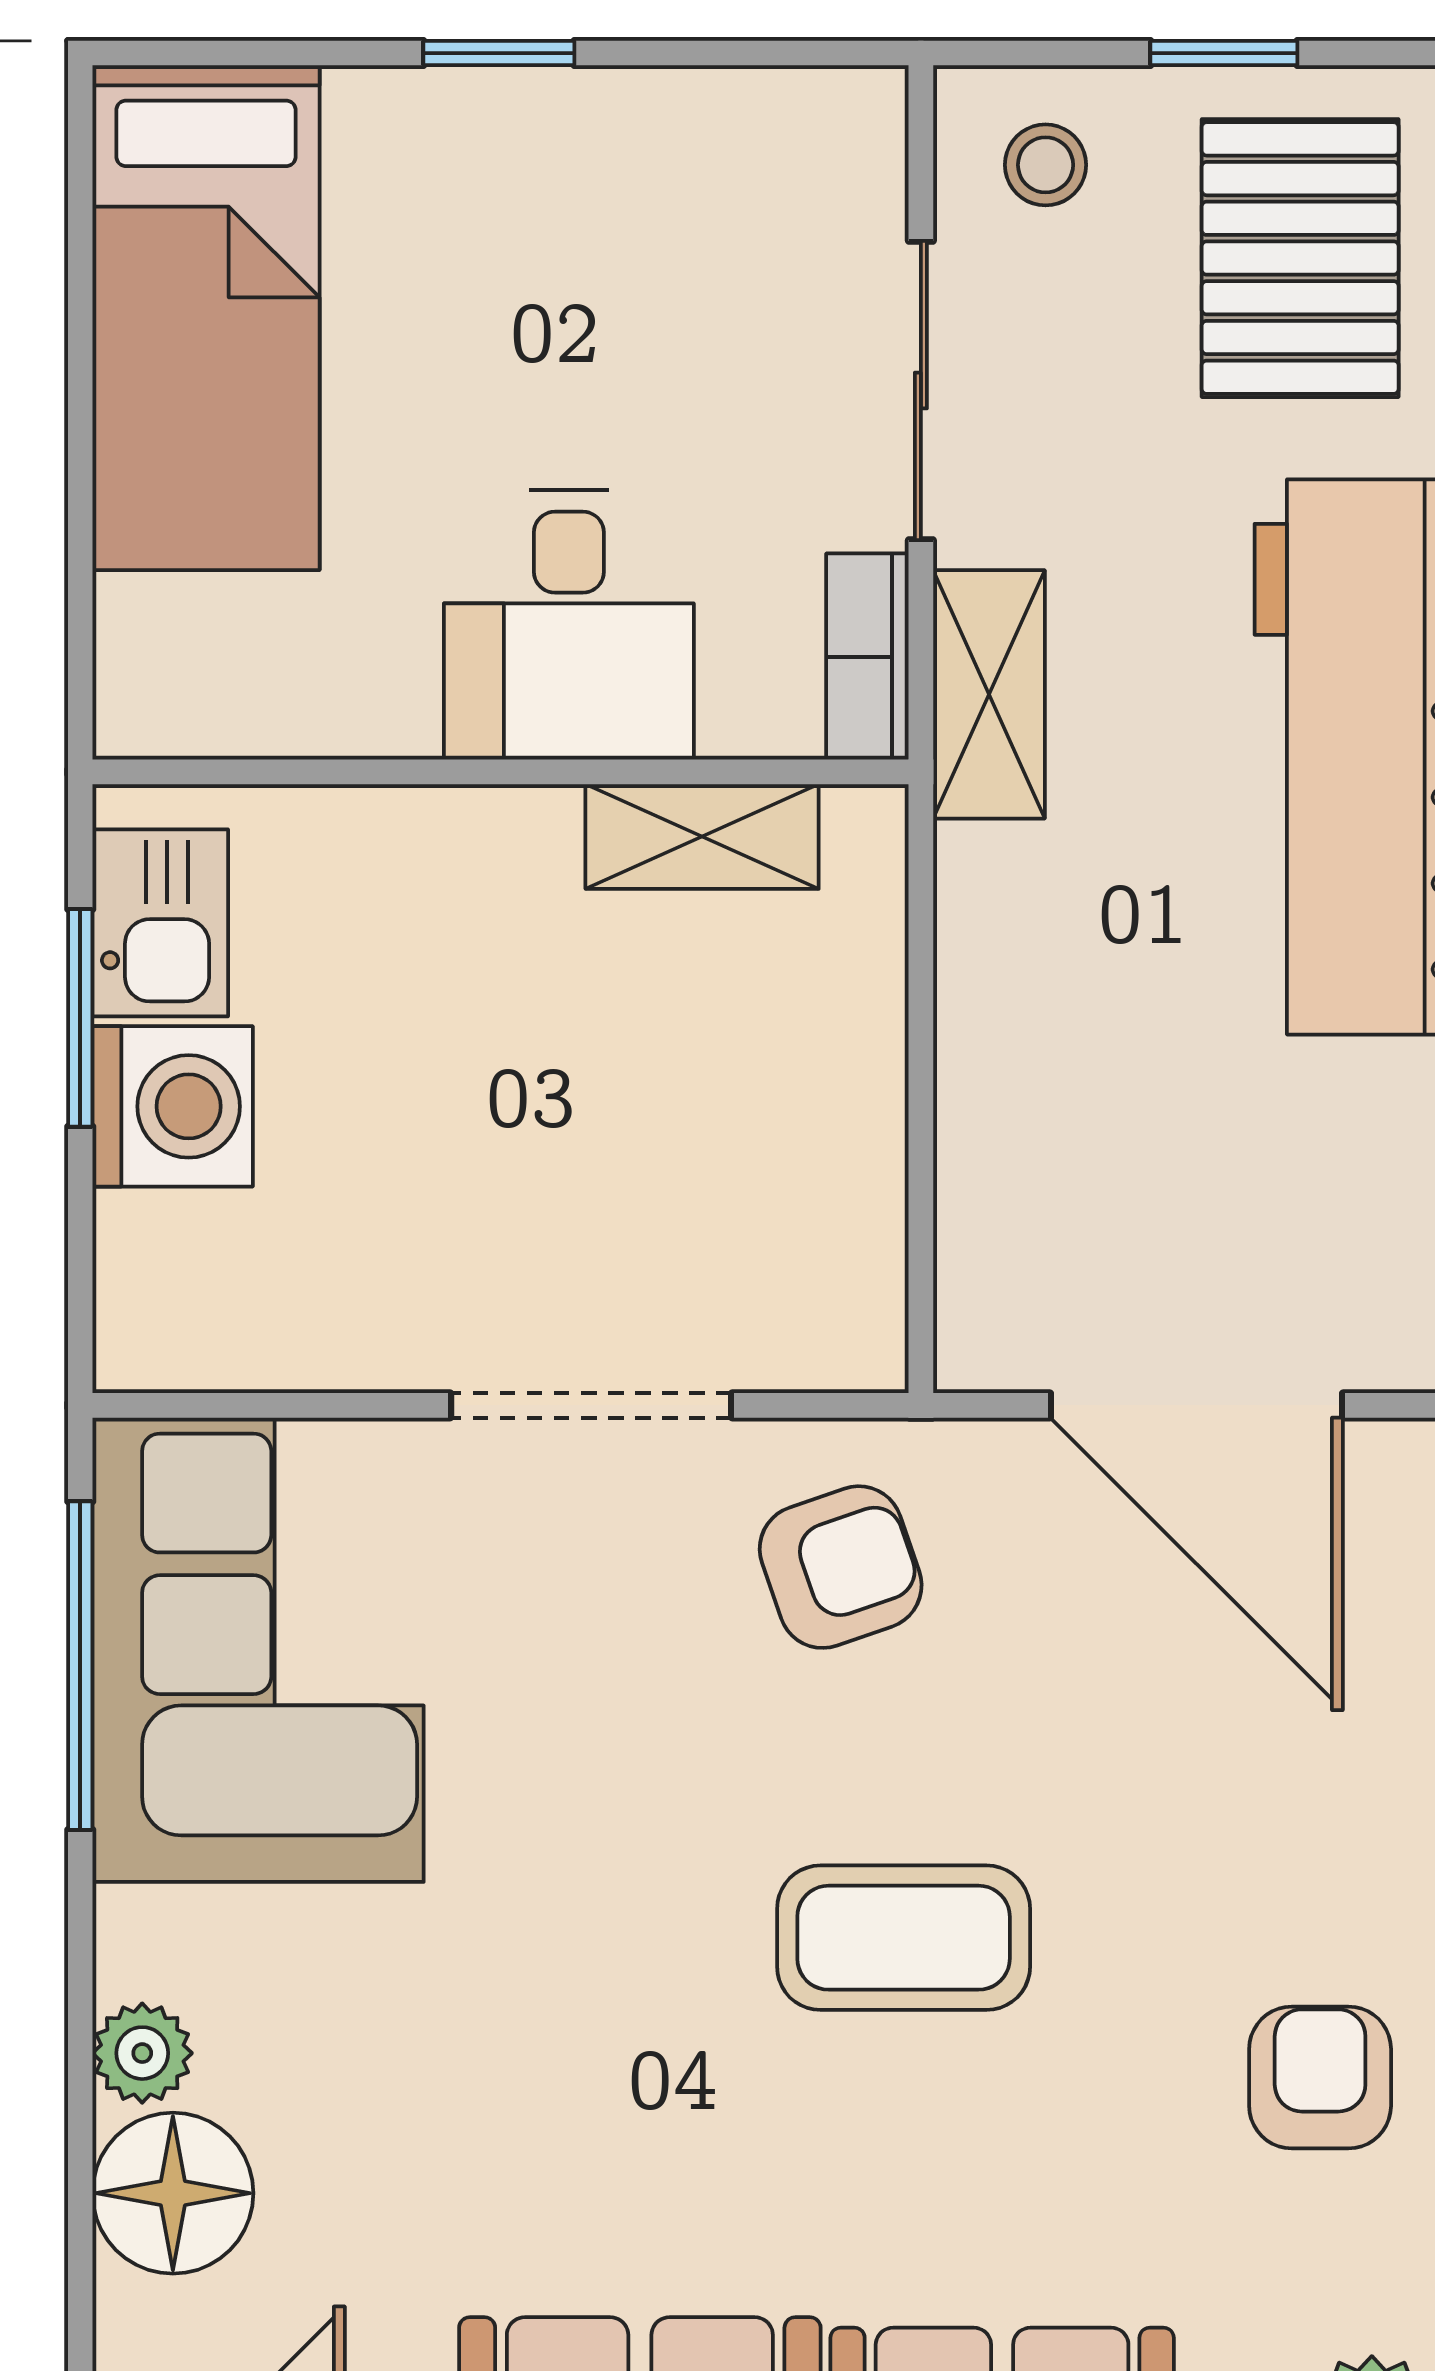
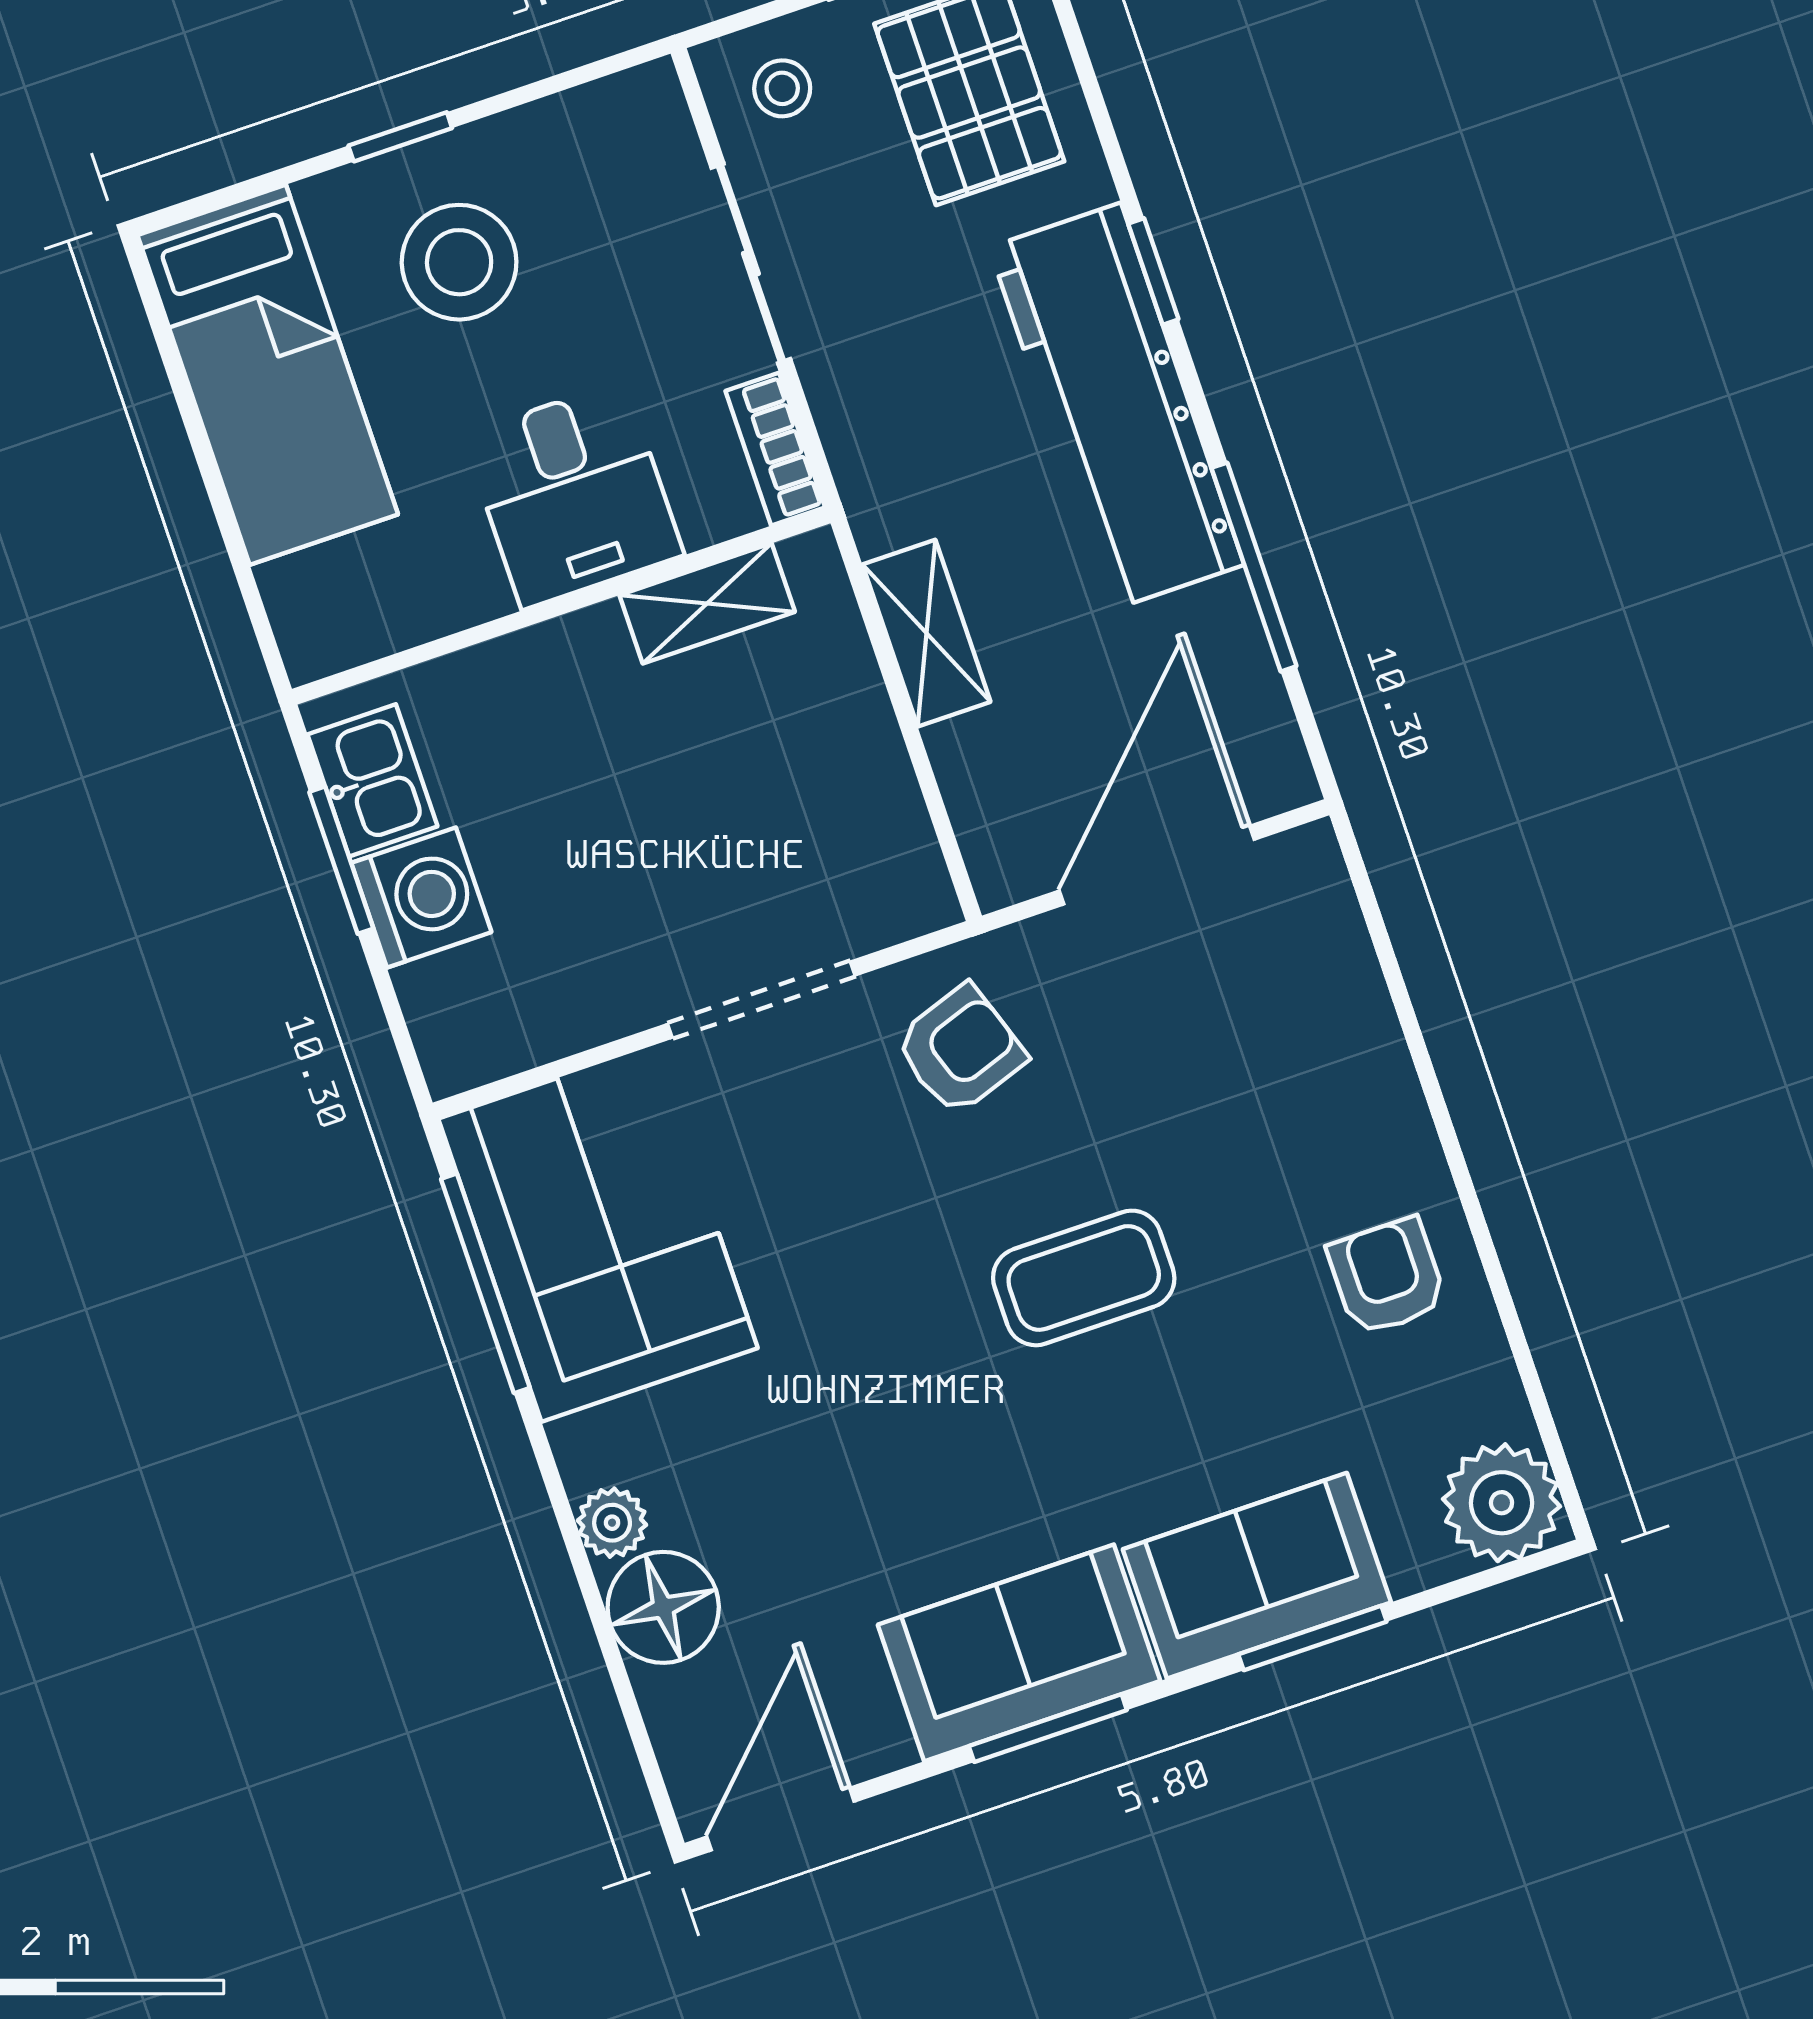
stool: (521, 252) -> (459, 262), added
shelving: (989, 694) -> (926, 633), moved
door: (1197, 1405) -> (1157, 865), swing flipped

